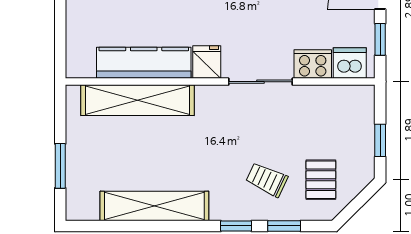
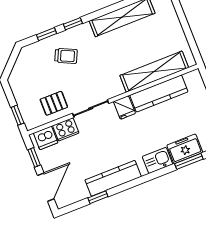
window: (380, 140) -> (17, 115), moved
window: (60, 166) -> (182, 19), removed
pallet: (321, 180) -> (54, 103), moved, turned 90

